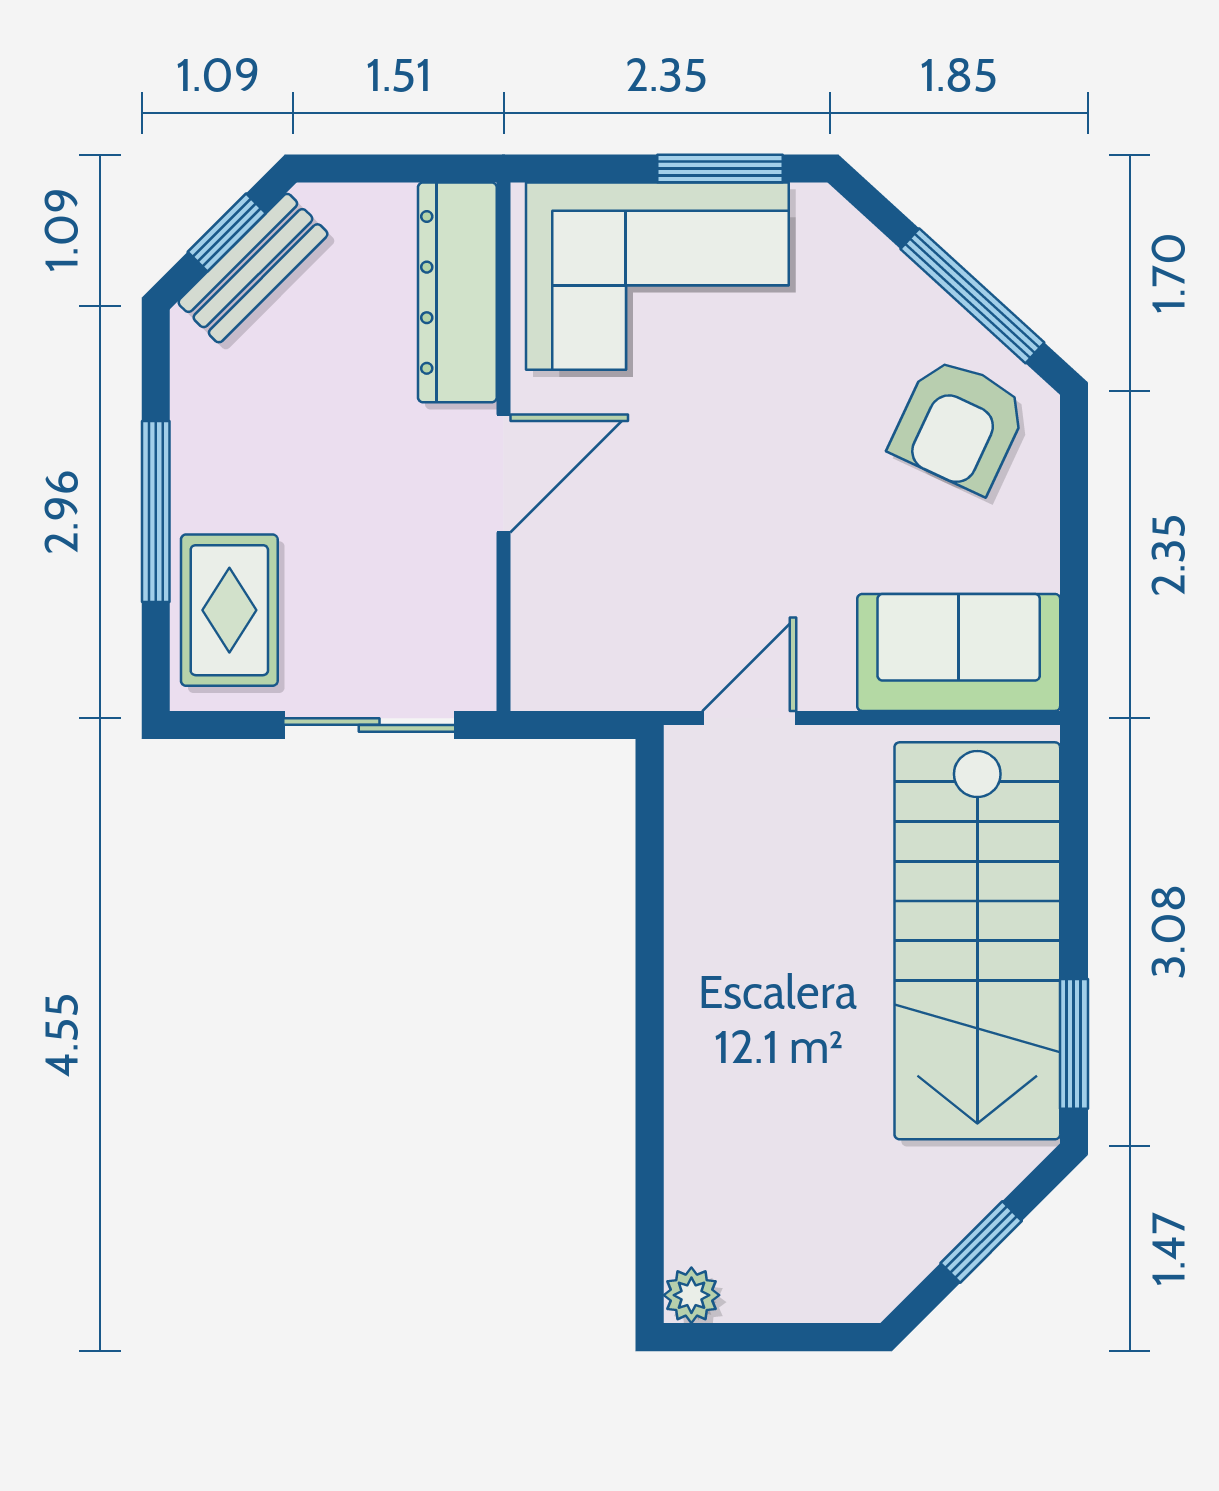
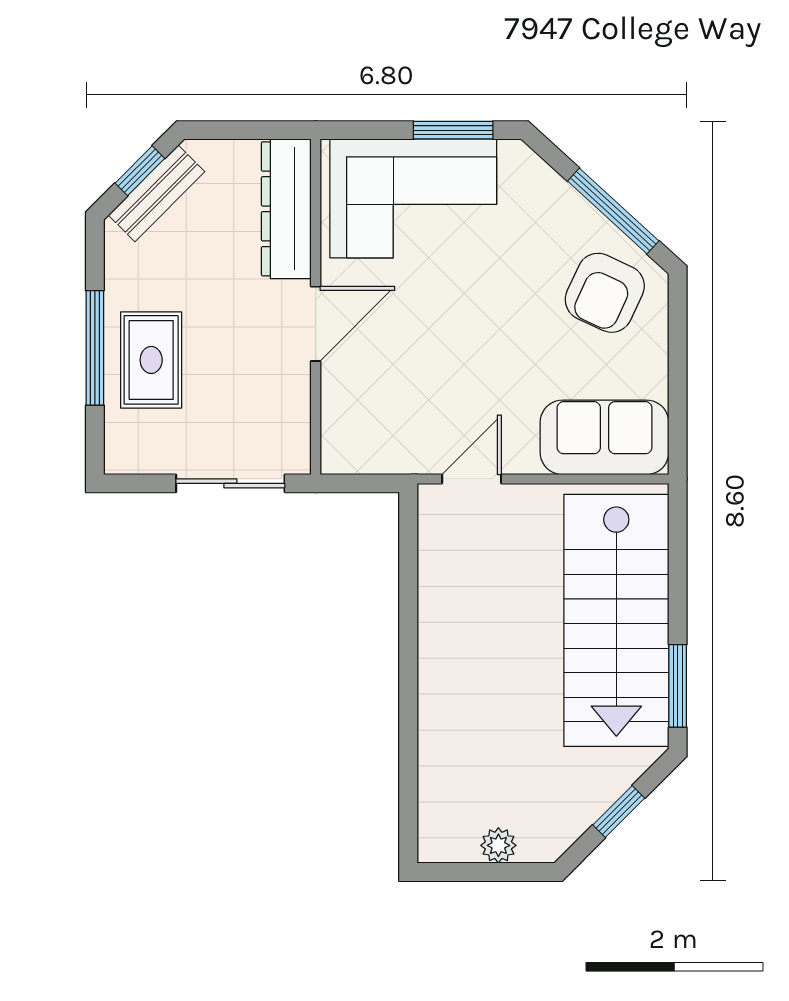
rug: (229, 610) -> (151, 360), moved
plant: (691, 1295) -> (498, 845), moved

